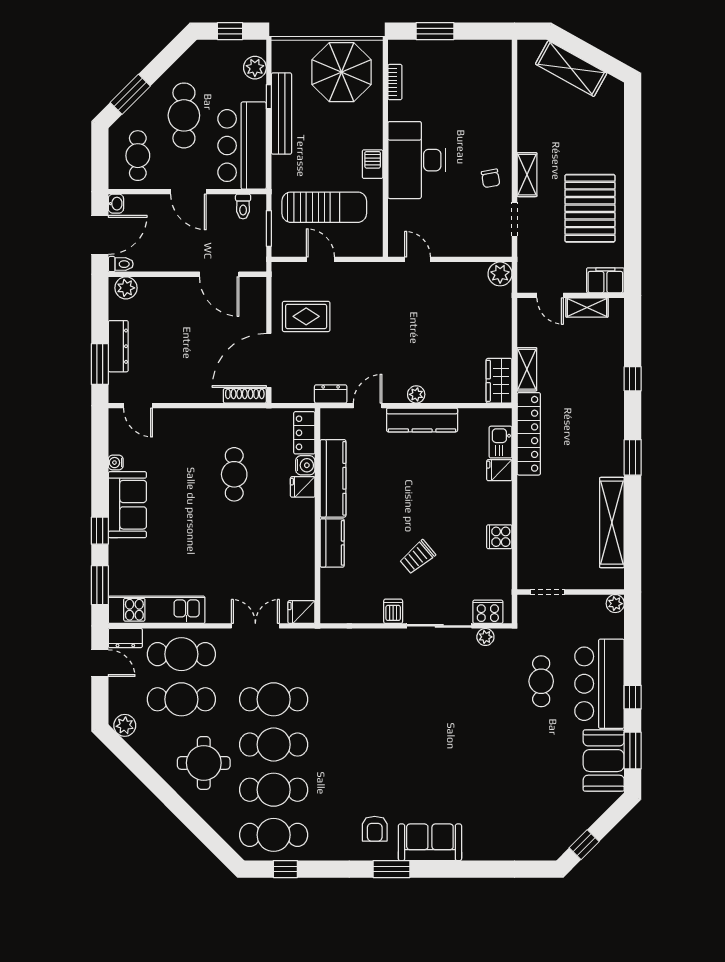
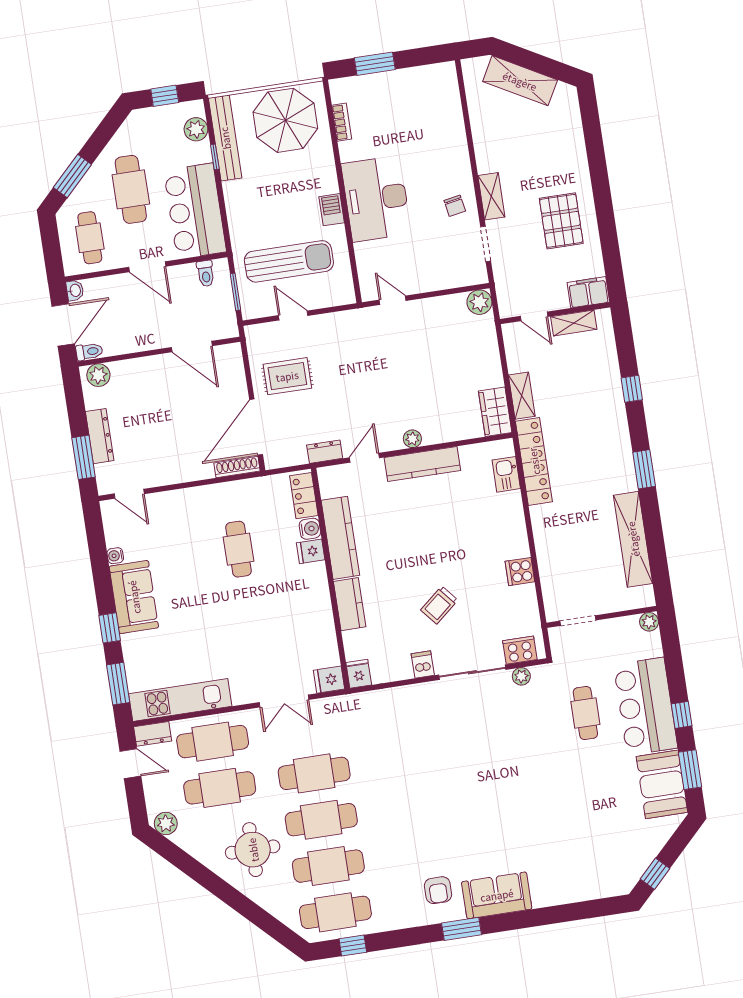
bench: (281, 113) -> (225, 138), moved
pallet: (590, 208) -> (561, 221), width x0.73, depth x0.71
fridge: (499, 470) -> (359, 674), moved, turned 90
double door: (255, 626) -> (284, 701), swing flipped

